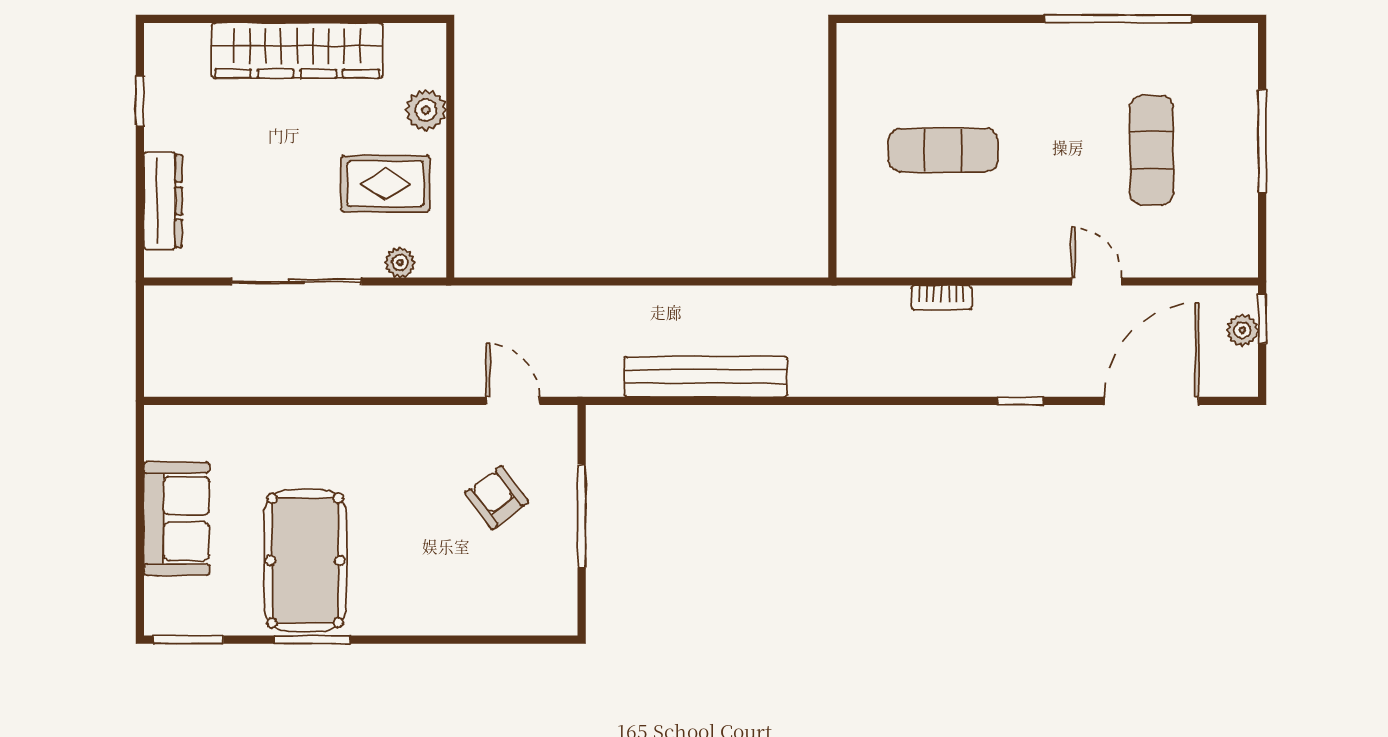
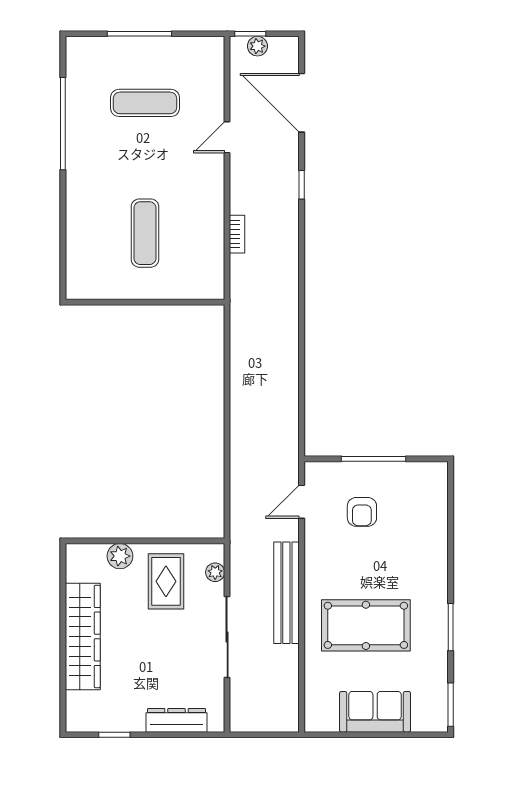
bench: (706, 377) -> (286, 593), moved
armchair: (497, 498) -> (362, 512), turned -53
pool table: (305, 561) -> (366, 625), moved

